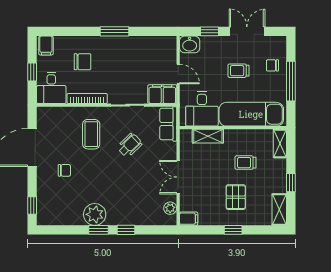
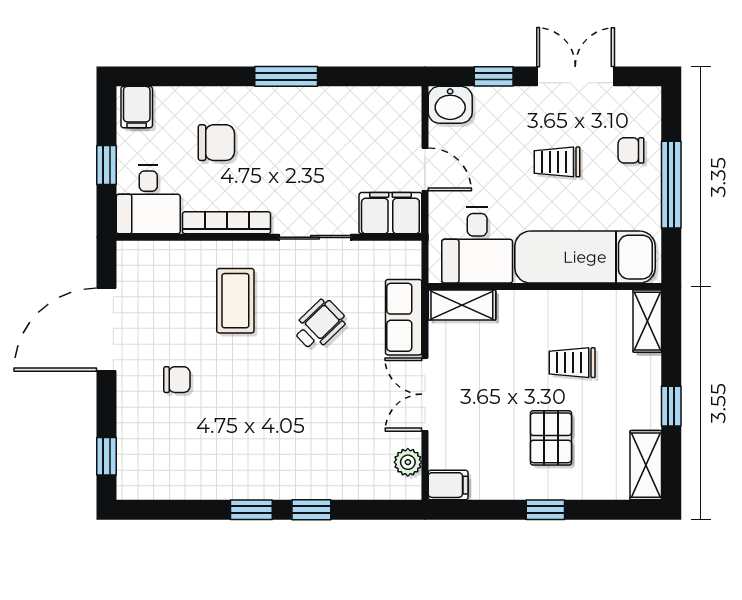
row of seats: (168, 124) -> (404, 317), moved
shelving: (208, 136) -> (462, 305), moved
plant: (95, 214) -> (243, 476), removed

